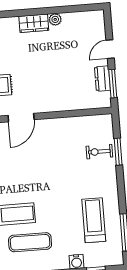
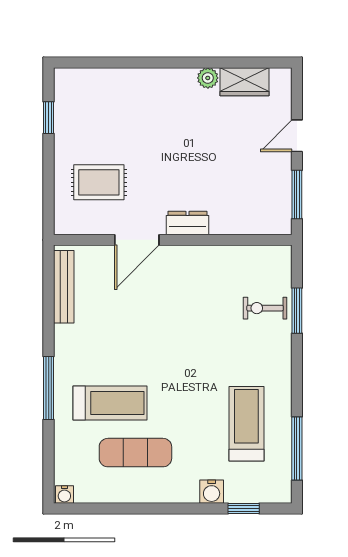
wardrobe: (34, 23) -> (245, 82), moved
dresser: (102, 79) -> (187, 223), moved, turned 90

